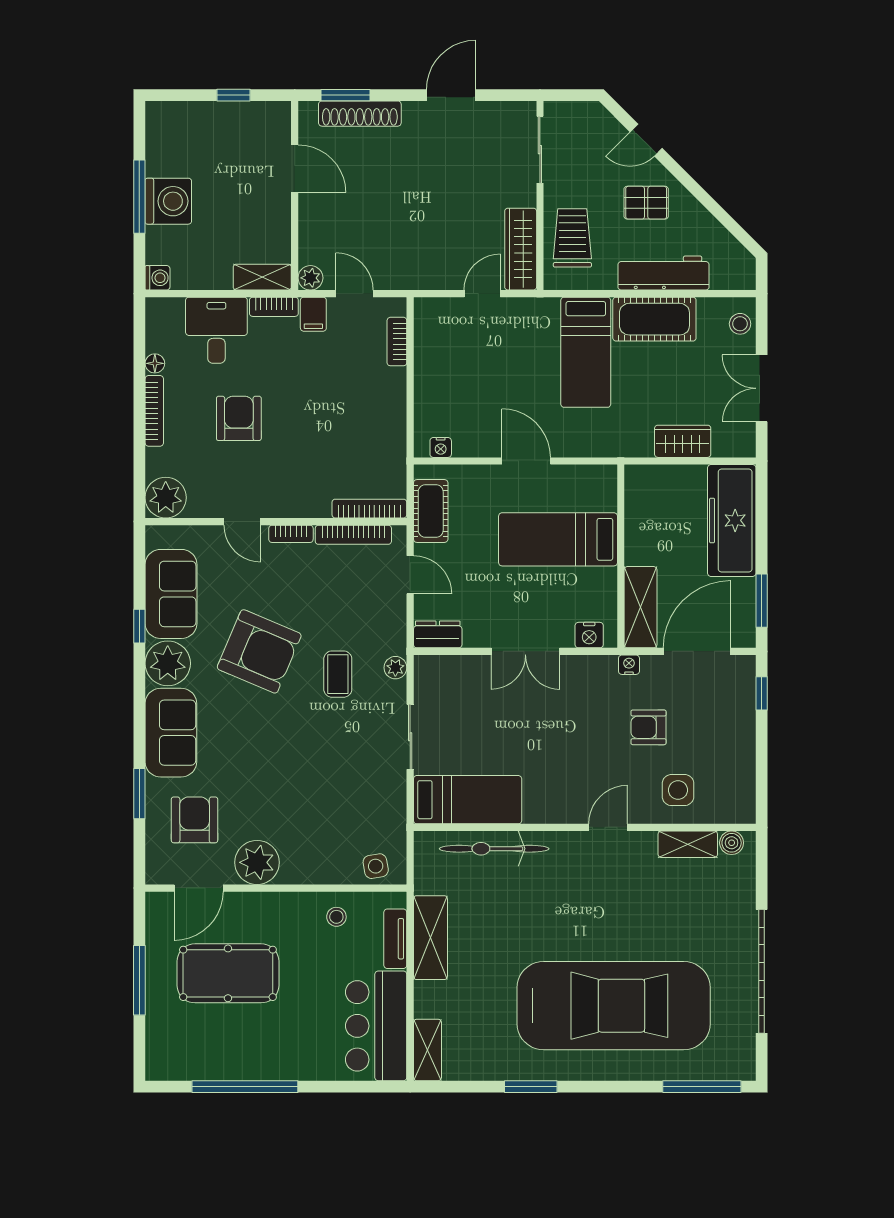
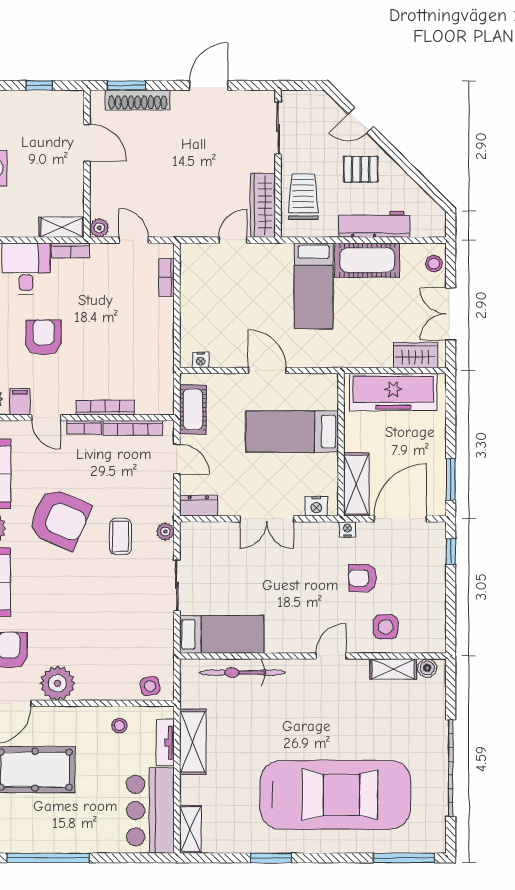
filing cabinet: (313, 314) -> (20, 402), moved, turned 180
wardrobe: (683, 441) -> (415, 355), moved
bookcase: (369, 509) -> (105, 408), moved
freezer: (732, 520) -> (393, 392), moved, turned -90

